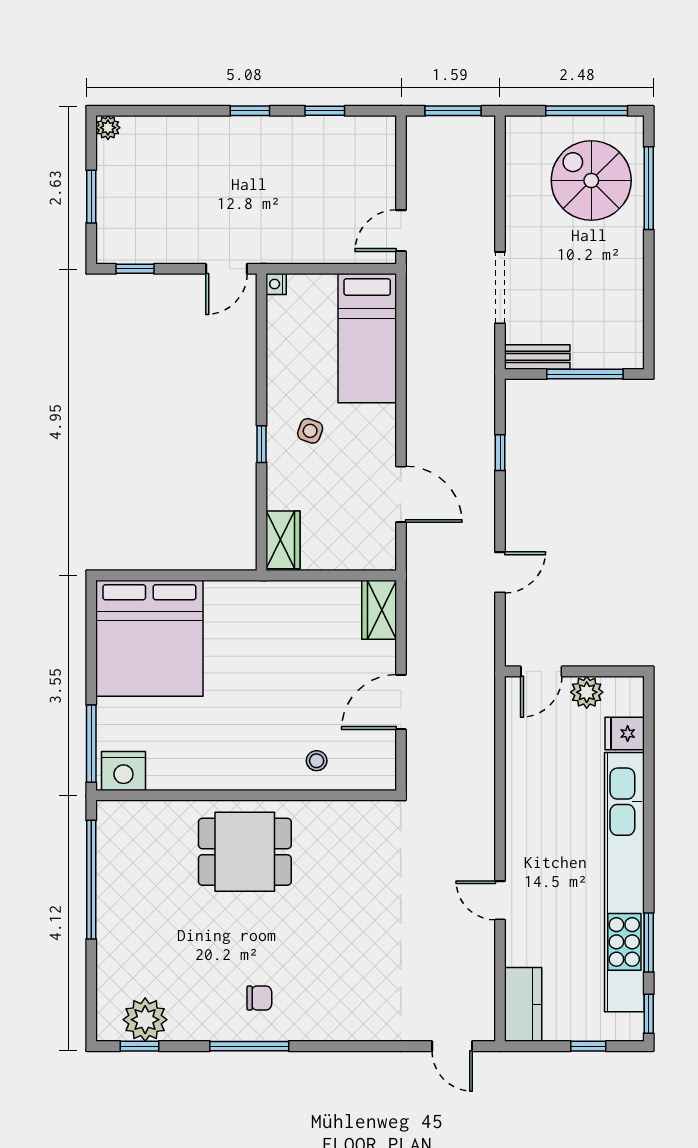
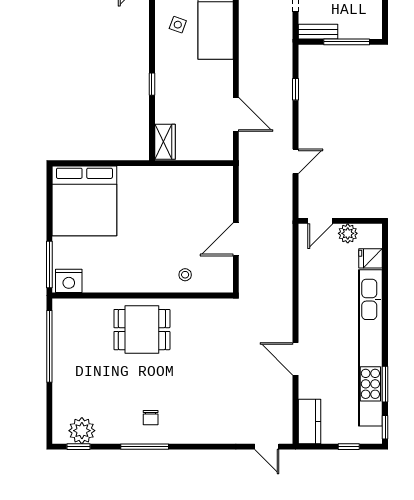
side table: (310, 431) -> (178, 25), moved
wardrobe: (379, 610) -> (223, 184), removed
door: (500, 900) -> (296, 359), width x1.38
chair: (259, 998) -> (151, 418), turned 90

